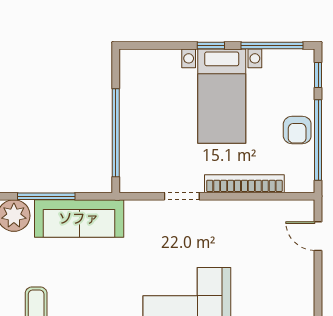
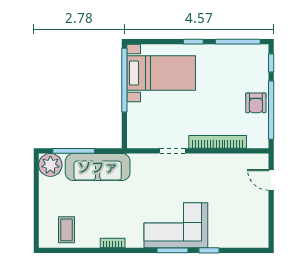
bed with nightstands: (222, 96) -> (161, 73), moved, turned -90
window: (116, 133) -> (124, 80), moved

